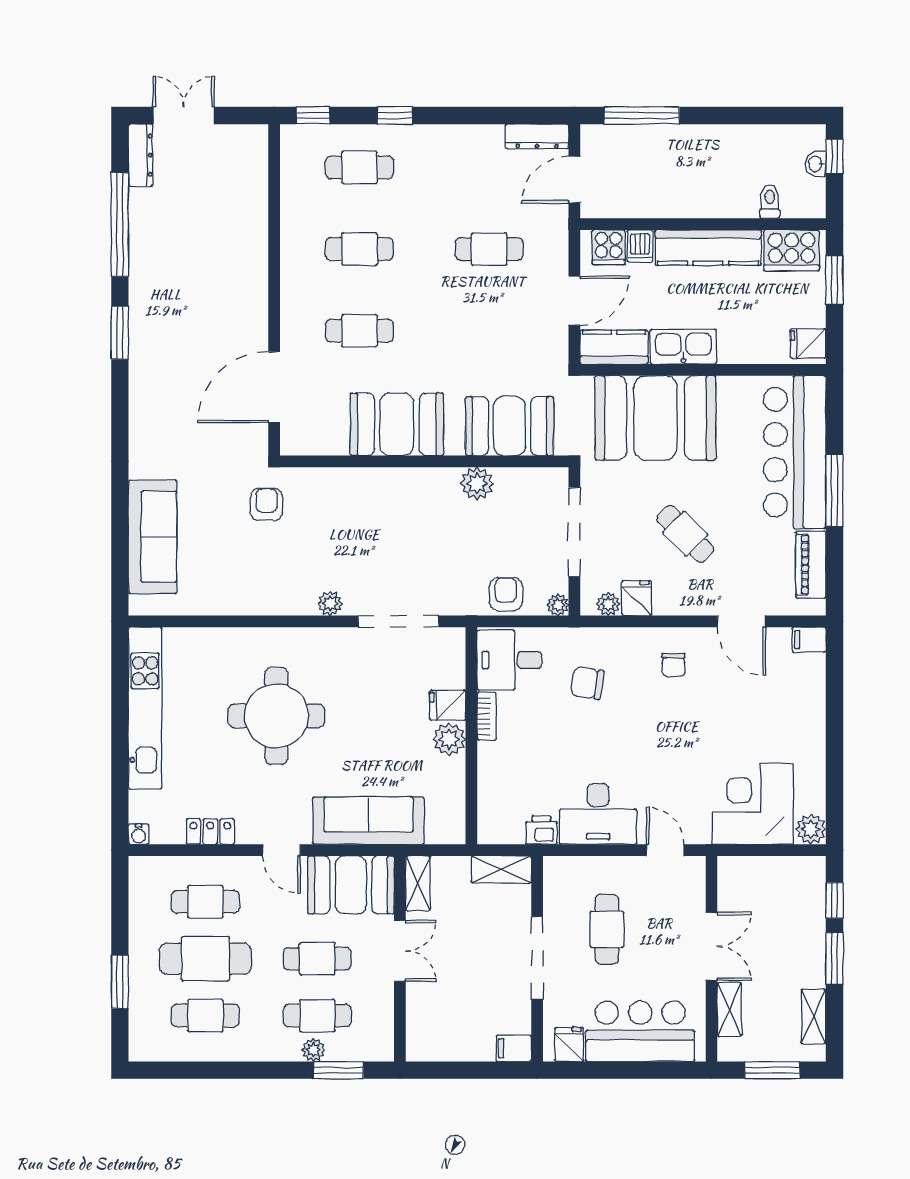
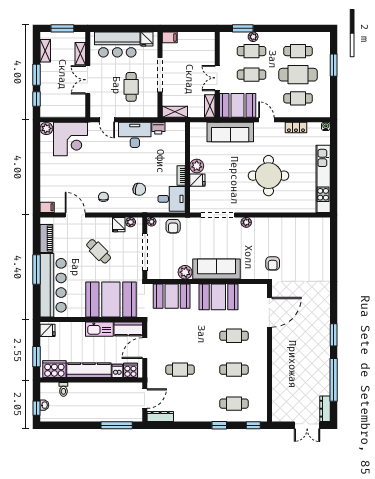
sofa: (153, 537) -> (216, 269), moved, turned 90

